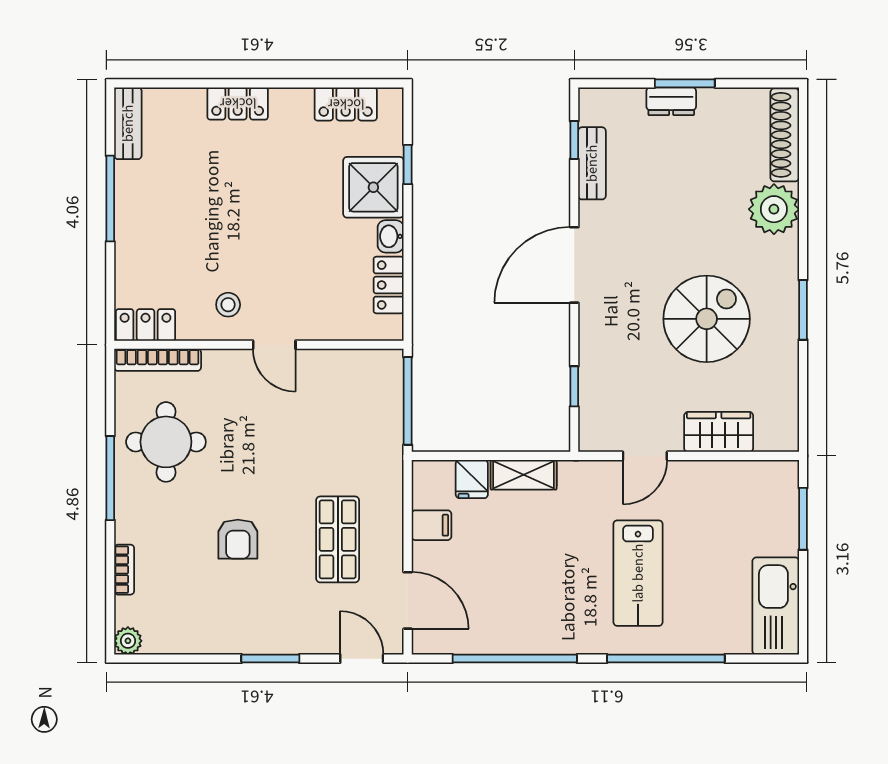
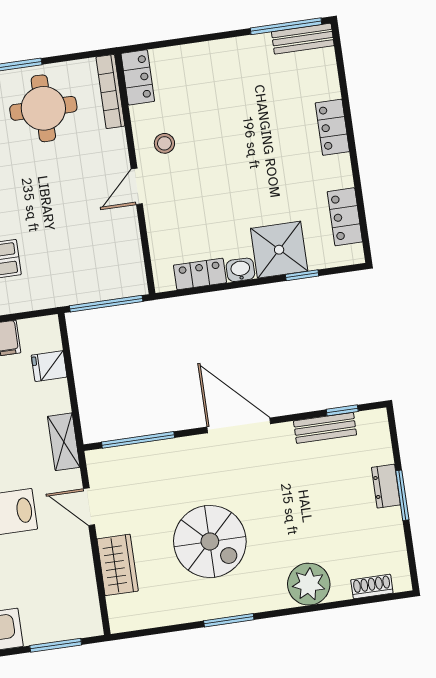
shoe rack: (785, 135) -> (372, 586), width x0.51, depth x0.81
window: (110, 199) -> (286, 26), moved
window: (574, 386) -> (138, 440), width x2.17
shelving: (524, 475) -> (64, 442), moved

